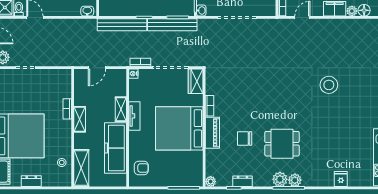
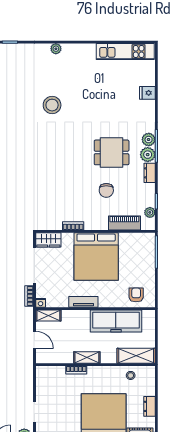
shelving: (121, 109) -> (48, 316), moved
piano: (212, 133) -> (124, 223), moved
dining table: (282, 144) -> (112, 152), turned 90
plant: (211, 181) -> (150, 212), moved
dresser: (242, 181) -> (150, 173), moved

